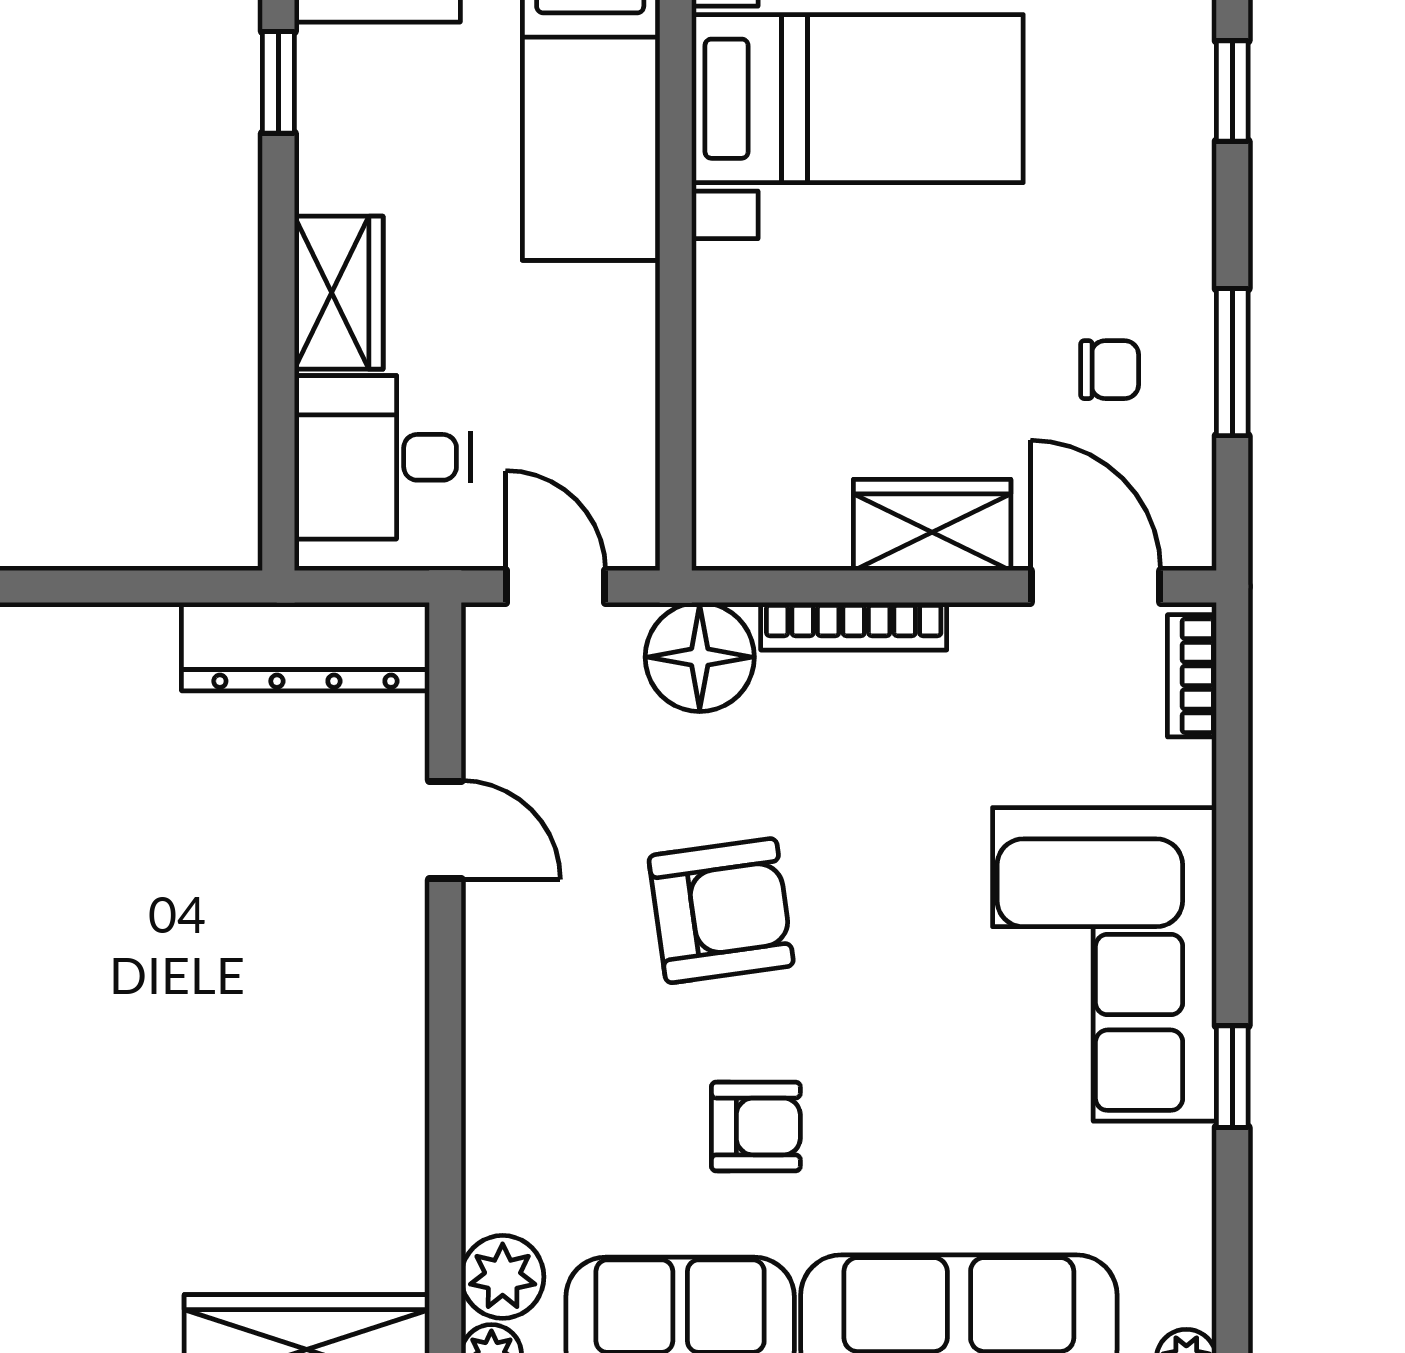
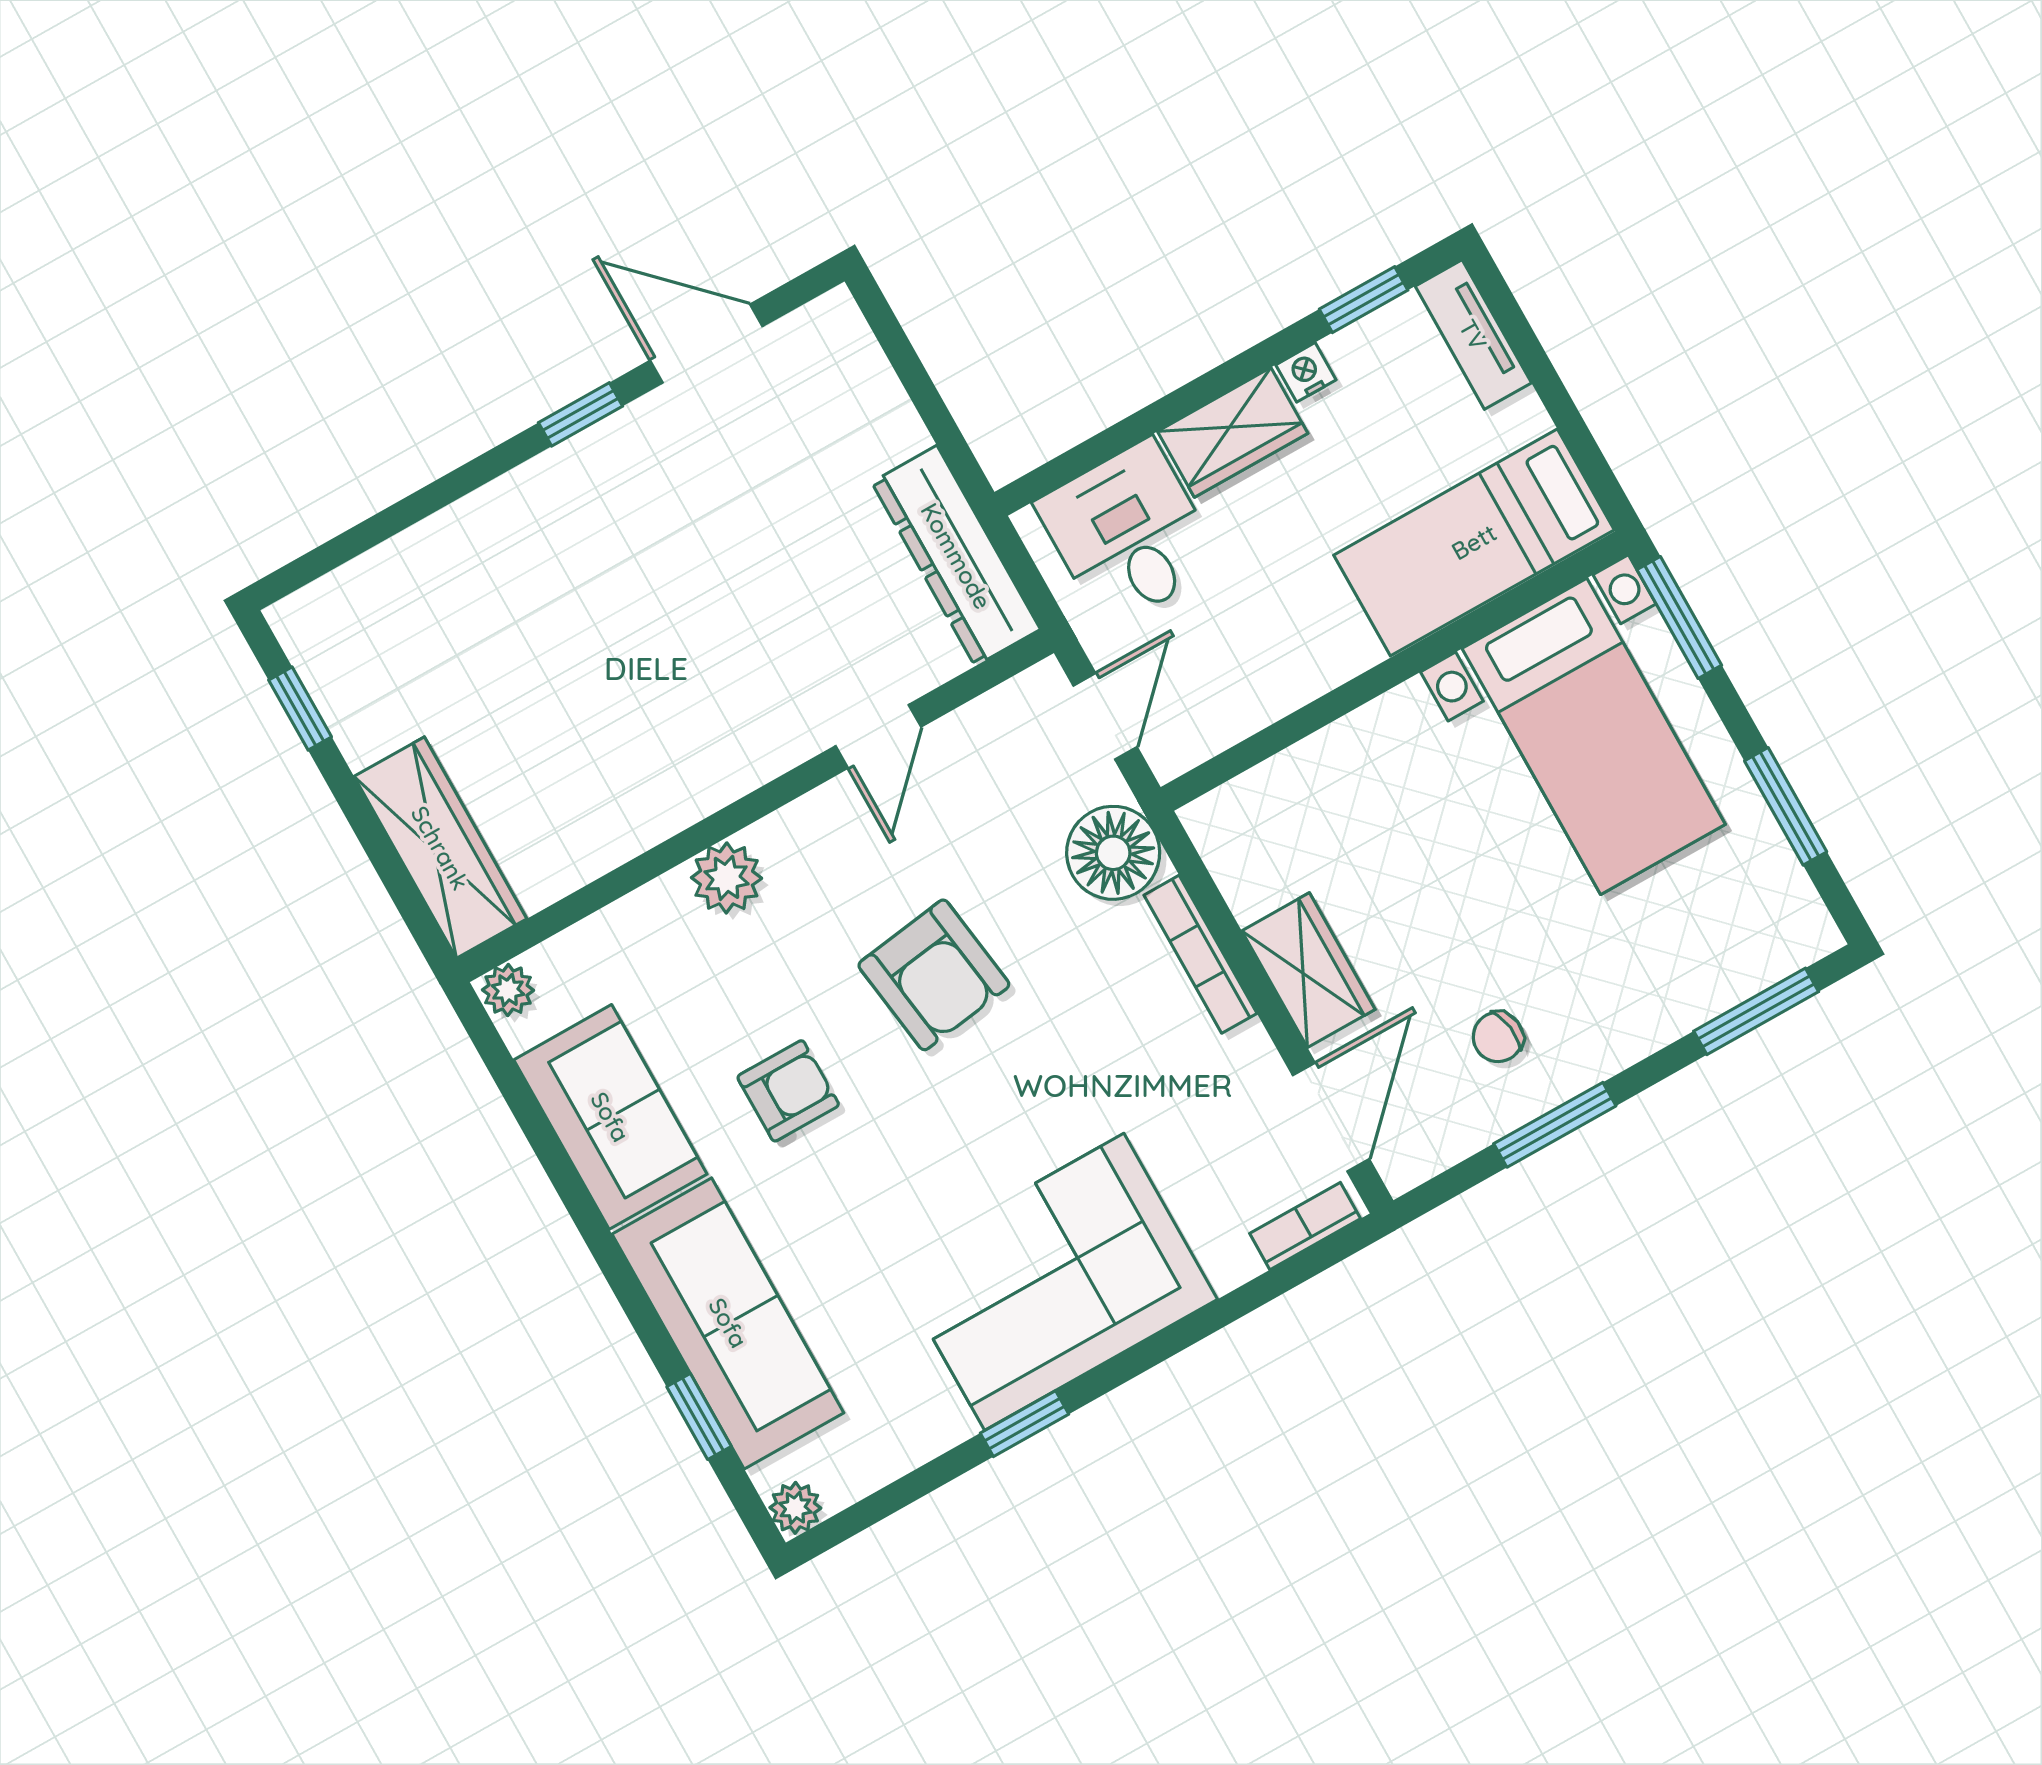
window: (1232, 91) -> (1756, 1011), width x1.50
nightstand: (319, 183) -> (1306, 372), added
chair: (1110, 370) -> (1498, 1037), turned 82
armchair: (756, 1126) -> (788, 1091), turned -90
plant: (503, 1277) -> (727, 878), moved

